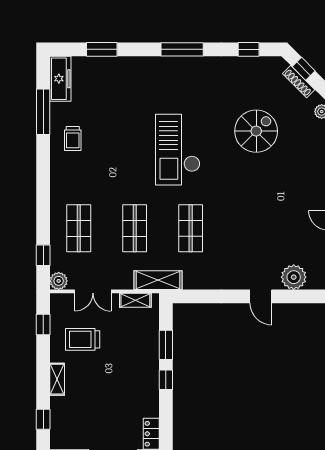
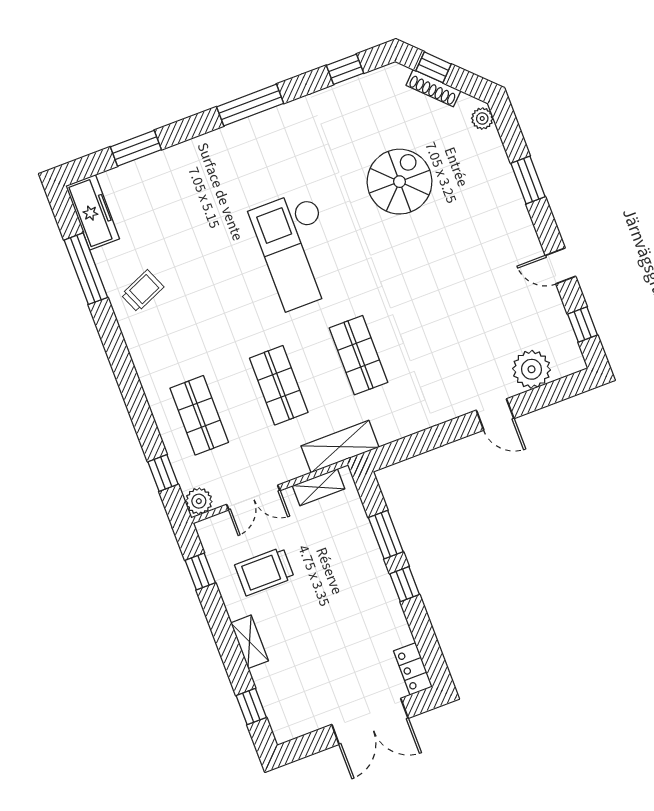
trolley: (73, 139) -> (142, 291), turned -113

